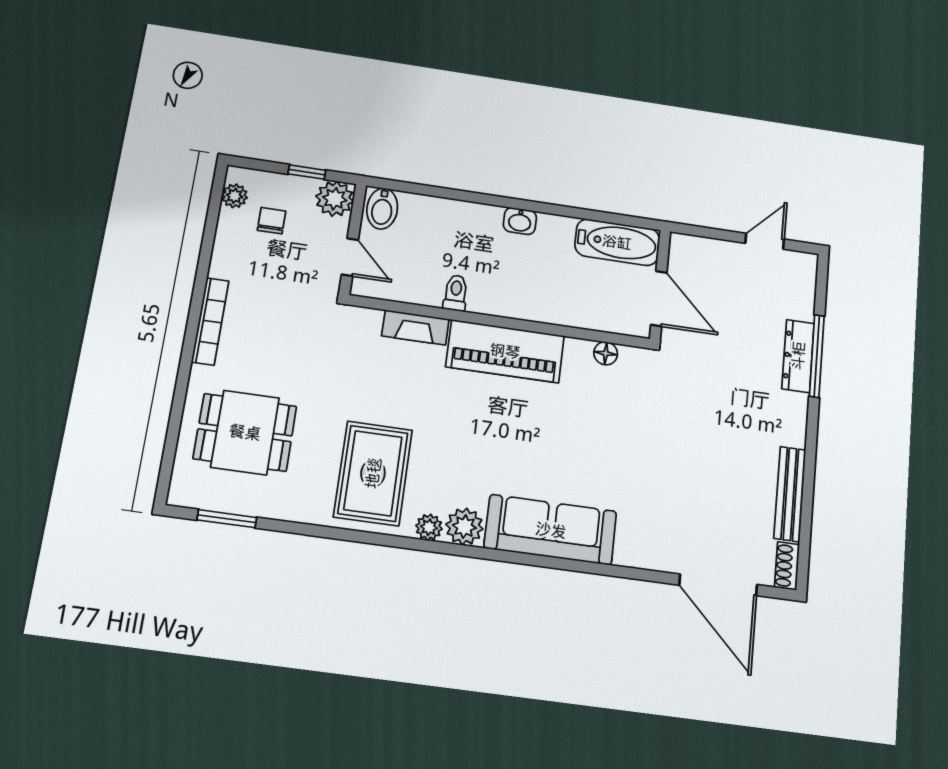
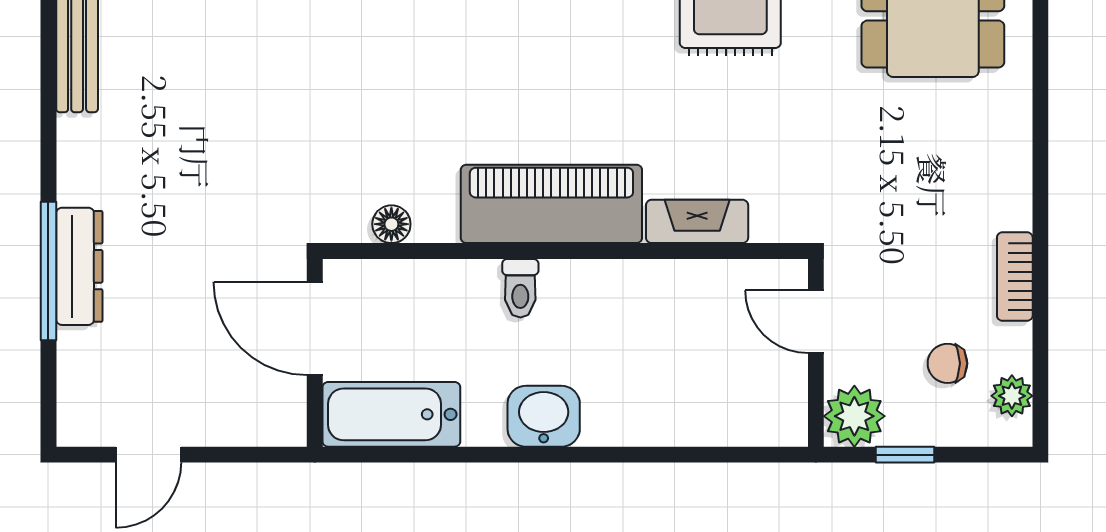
bidet: (382, 209) -> (777, 412), removed
chair: (272, 221) -> (947, 363), turned 90
washbasin: (520, 221) -> (544, 416), width x1.38, depth x1.45
toilet: (456, 293) -> (520, 288), moved
bookcase: (210, 321) -> (1015, 277), moved, width x0.64

